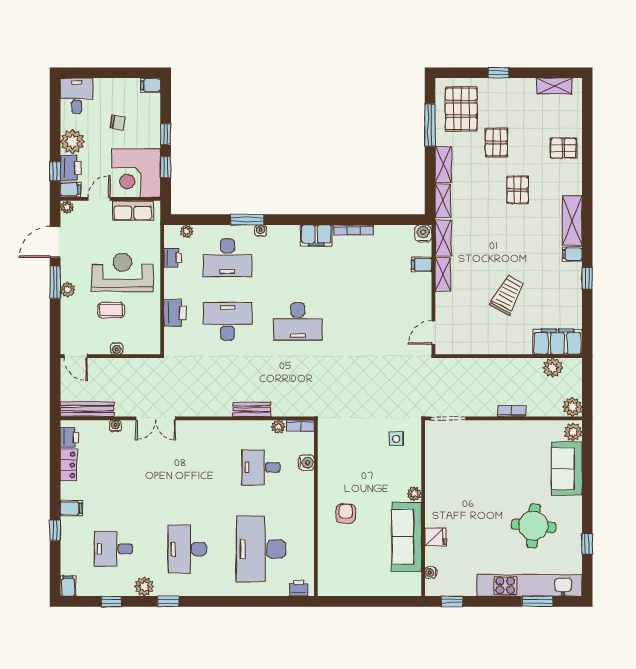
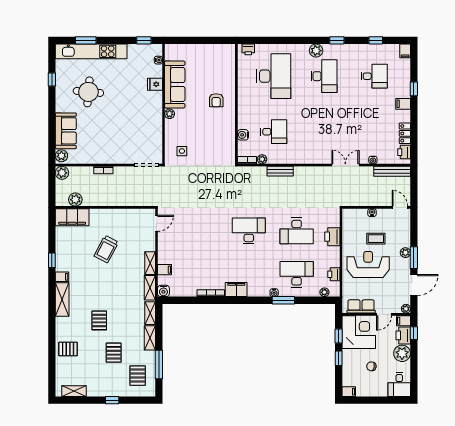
pallet: (461, 109) -> (138, 376), width x0.67, depth x0.71
reception desk: (122, 272) -> (368, 264), turned 180
plant: (144, 587) -> (316, 51), moved

